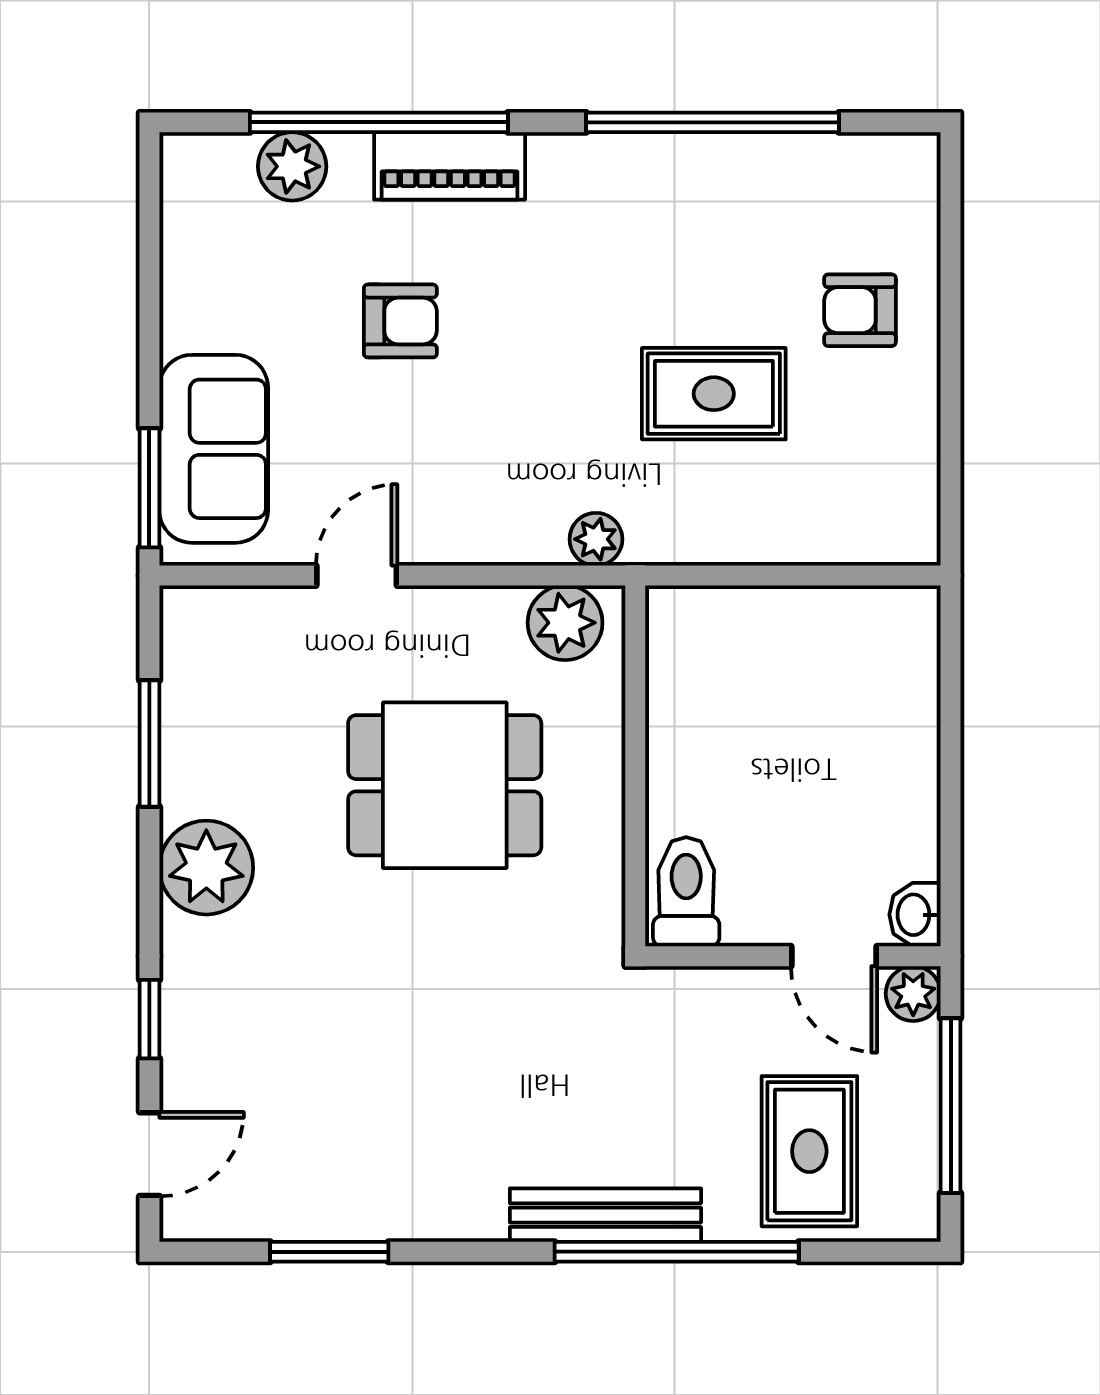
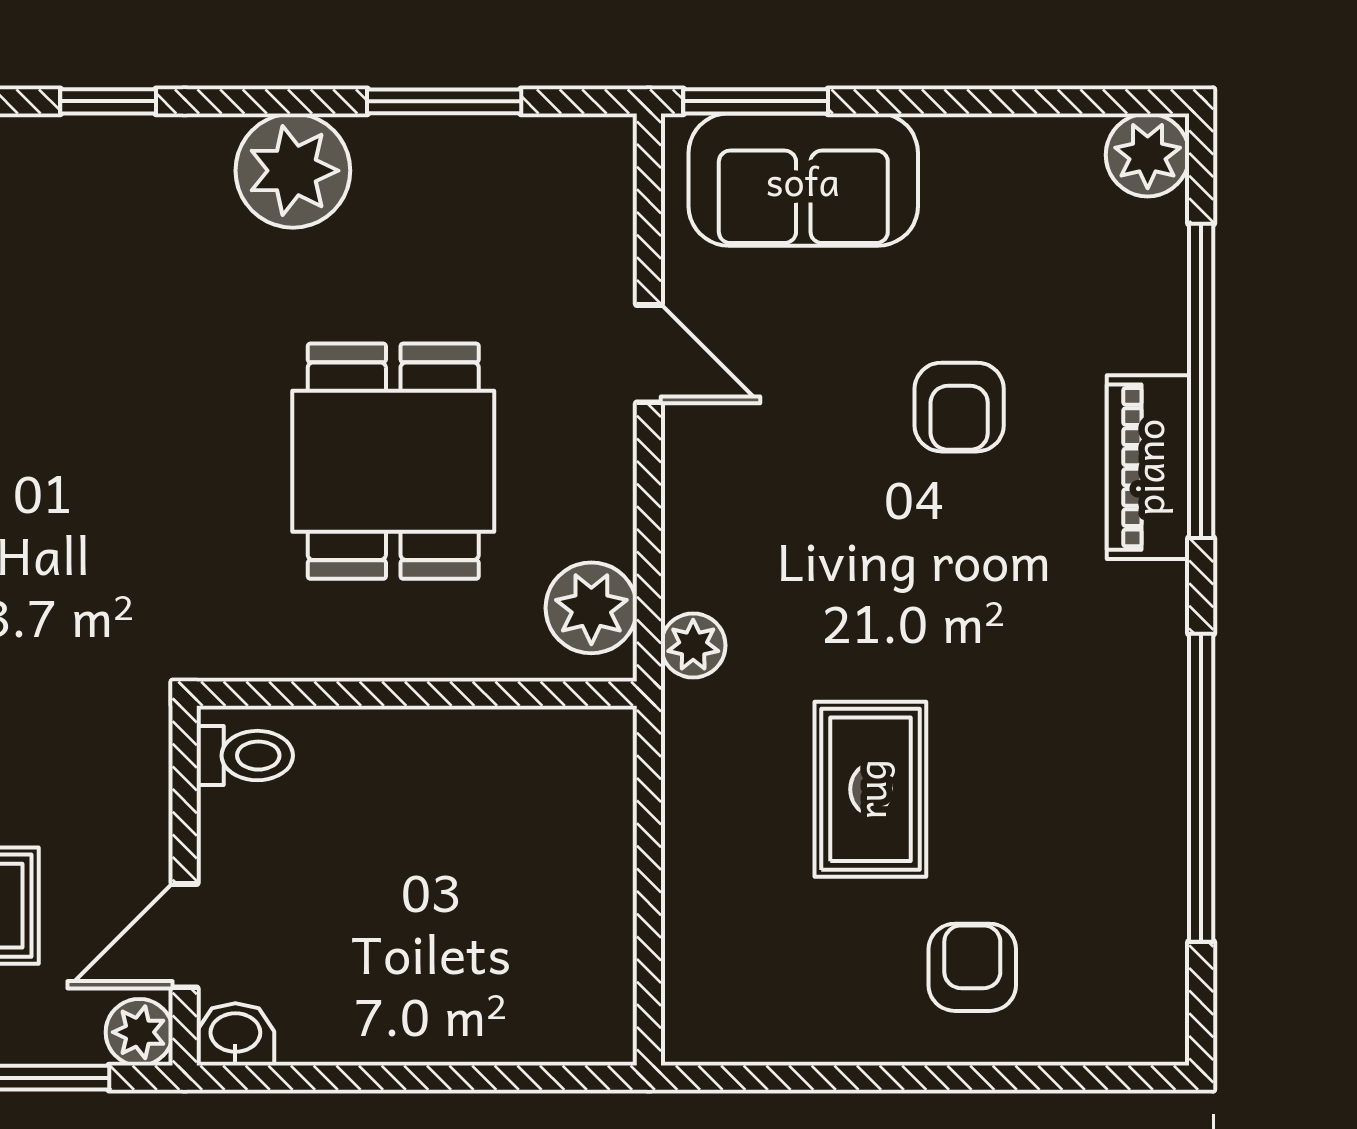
plant: (292, 166) -> (1148, 155), moved
toilet: (686, 892) -> (245, 756), width x0.73, depth x0.72

